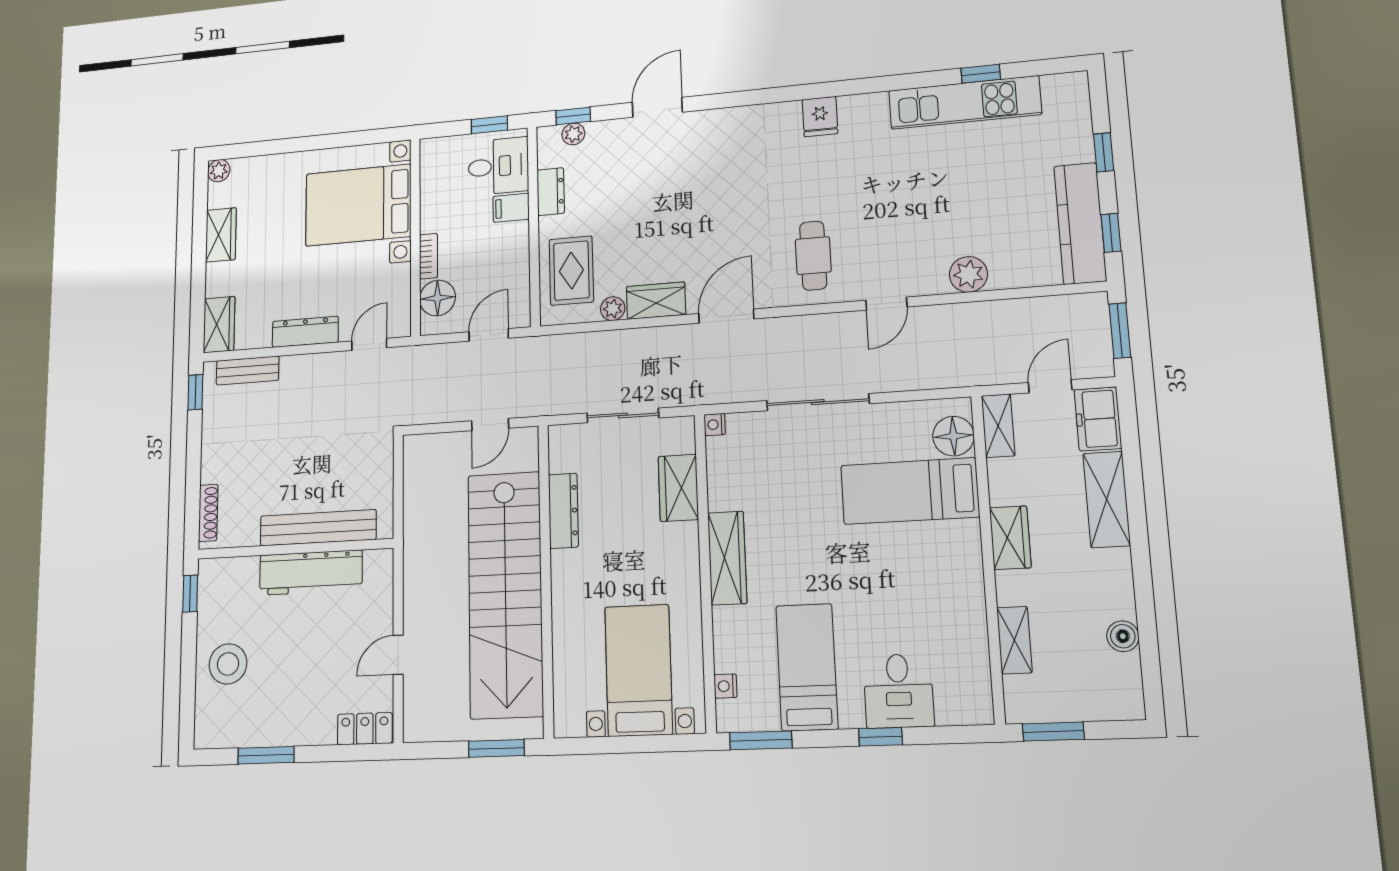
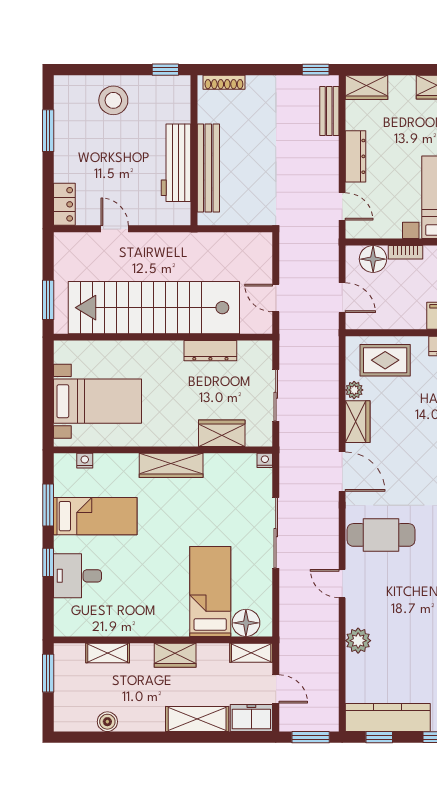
cafe table: (813, 256) -> (381, 535), width x1.37, depth x1.35
window: (761, 740) -> (48, 505), moved

